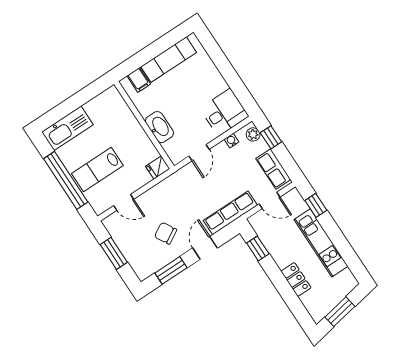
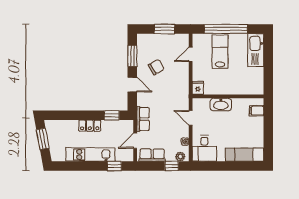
exam couch: (169, 60) -> (245, 155), moved, turned 90
row of seats: (230, 213) -> (143, 119), width x0.68
locker: (296, 279) -> (90, 126), moved

